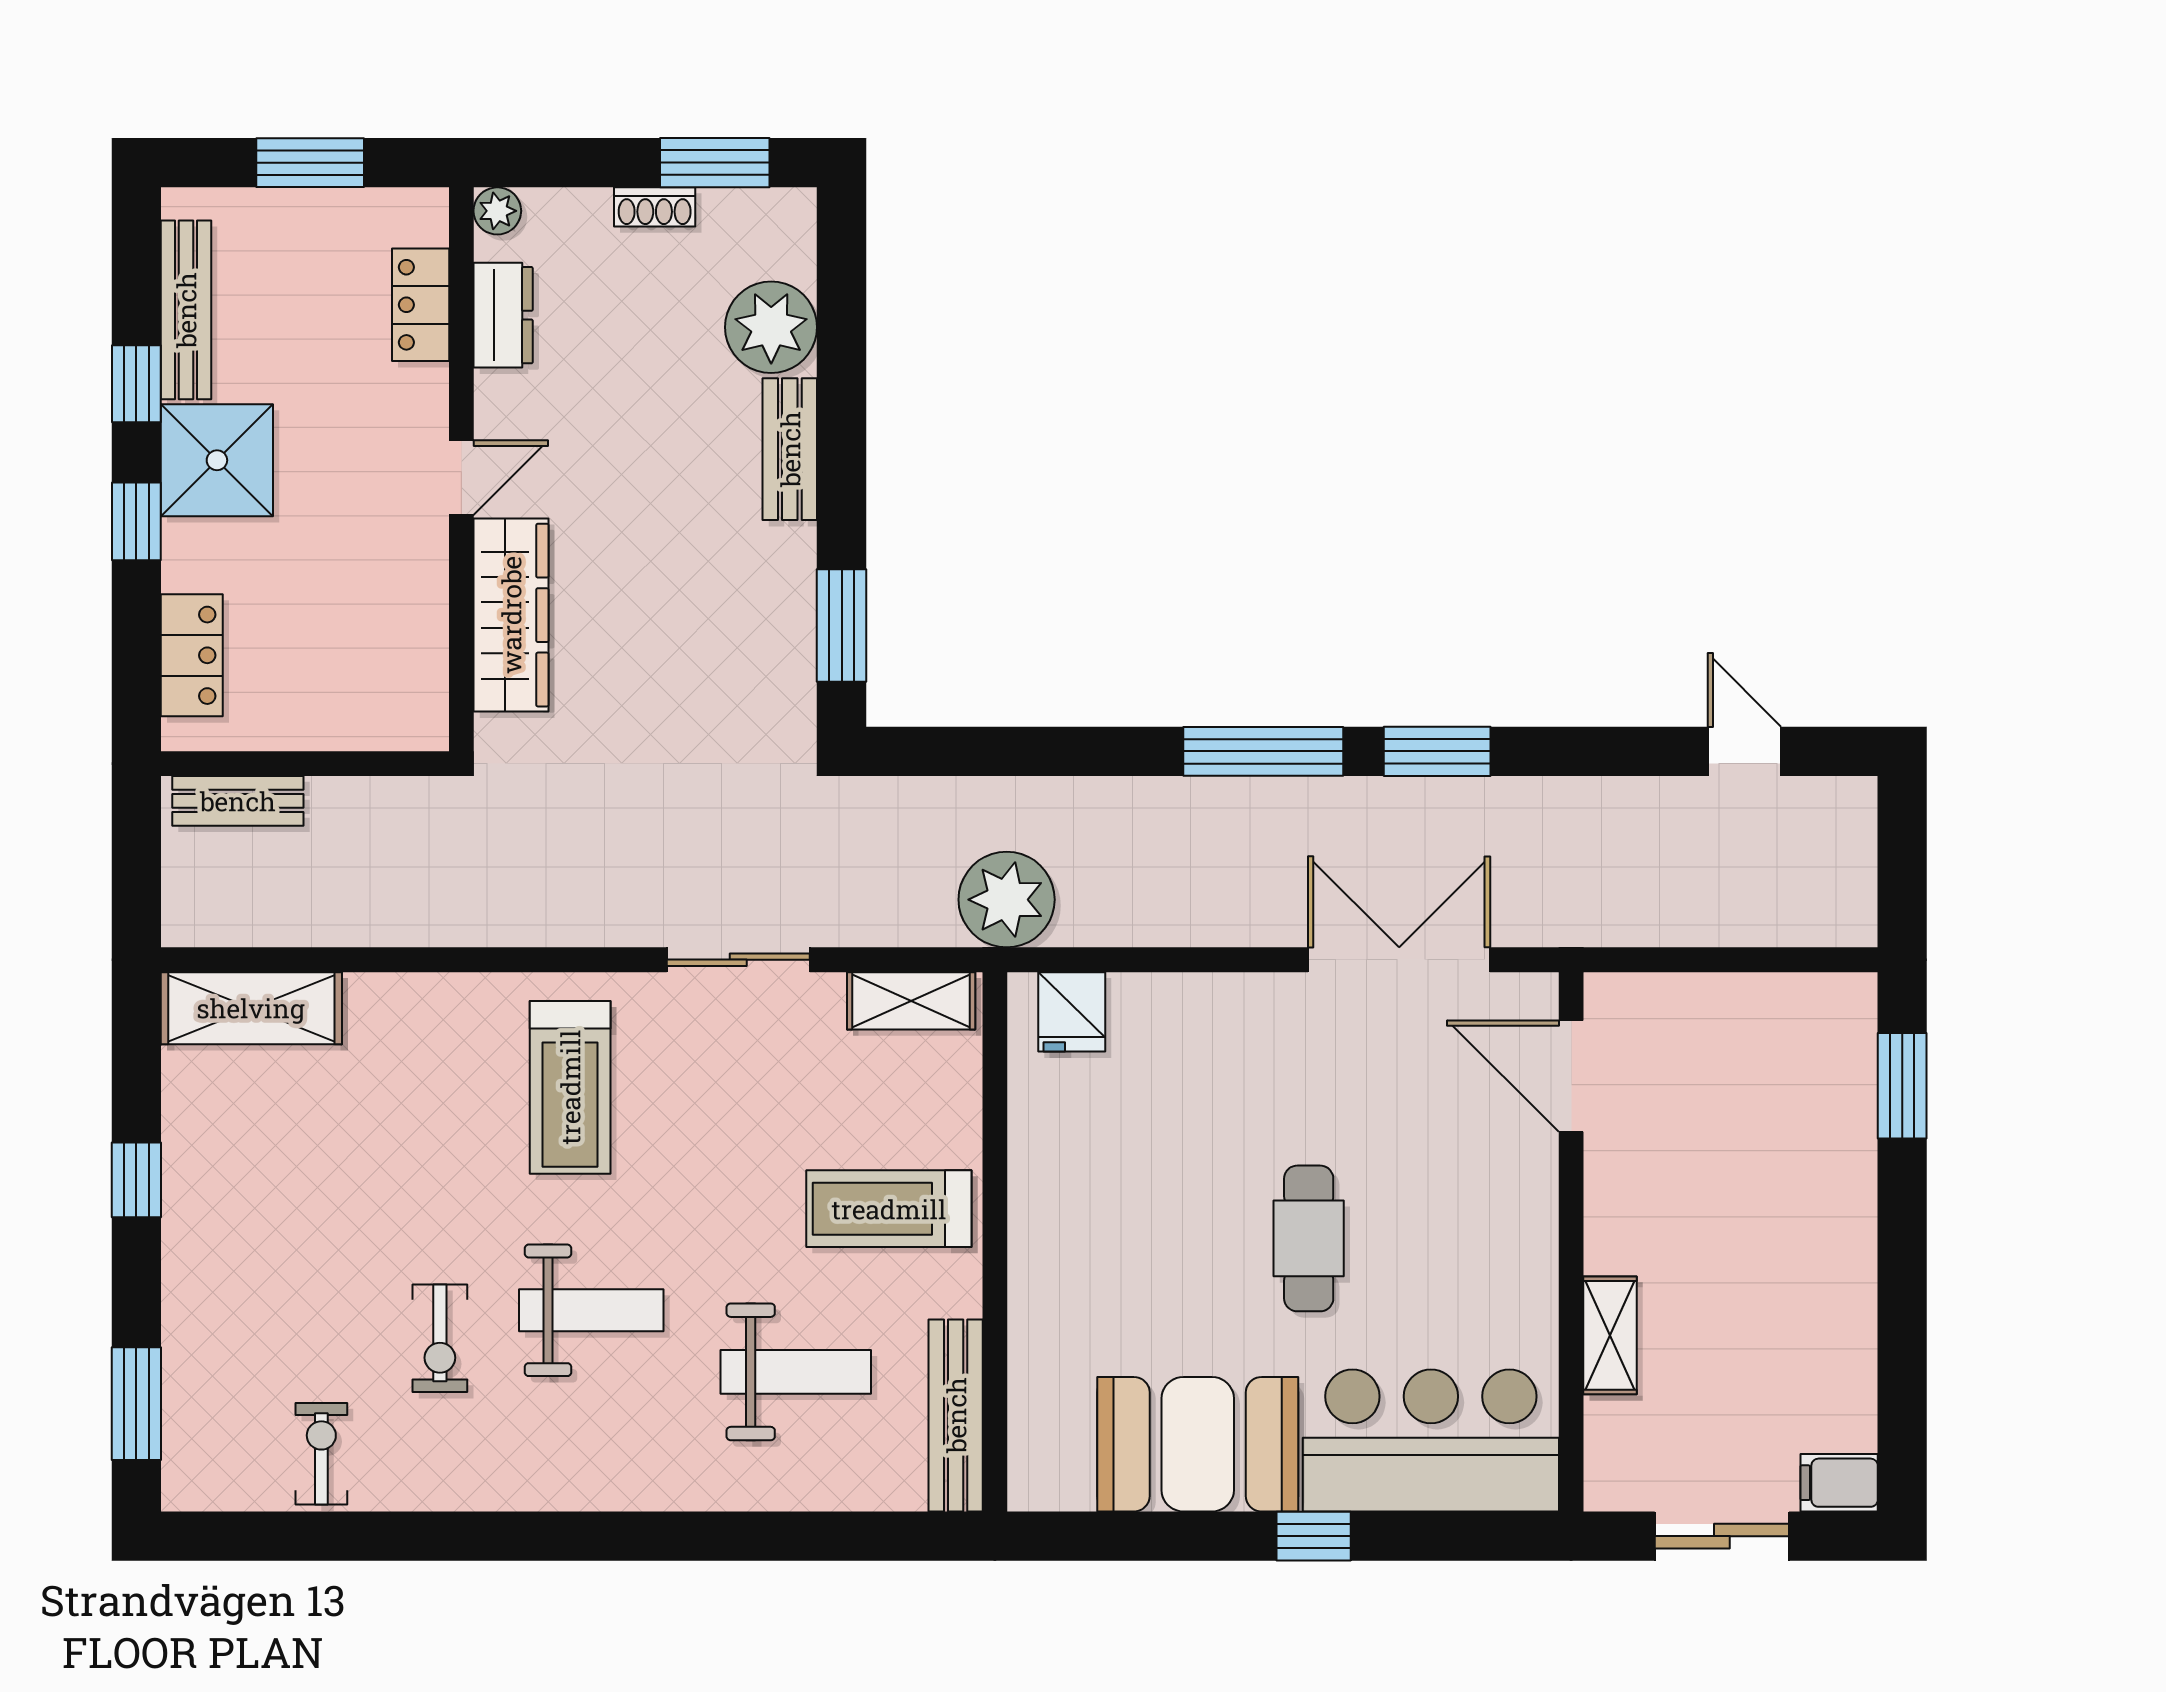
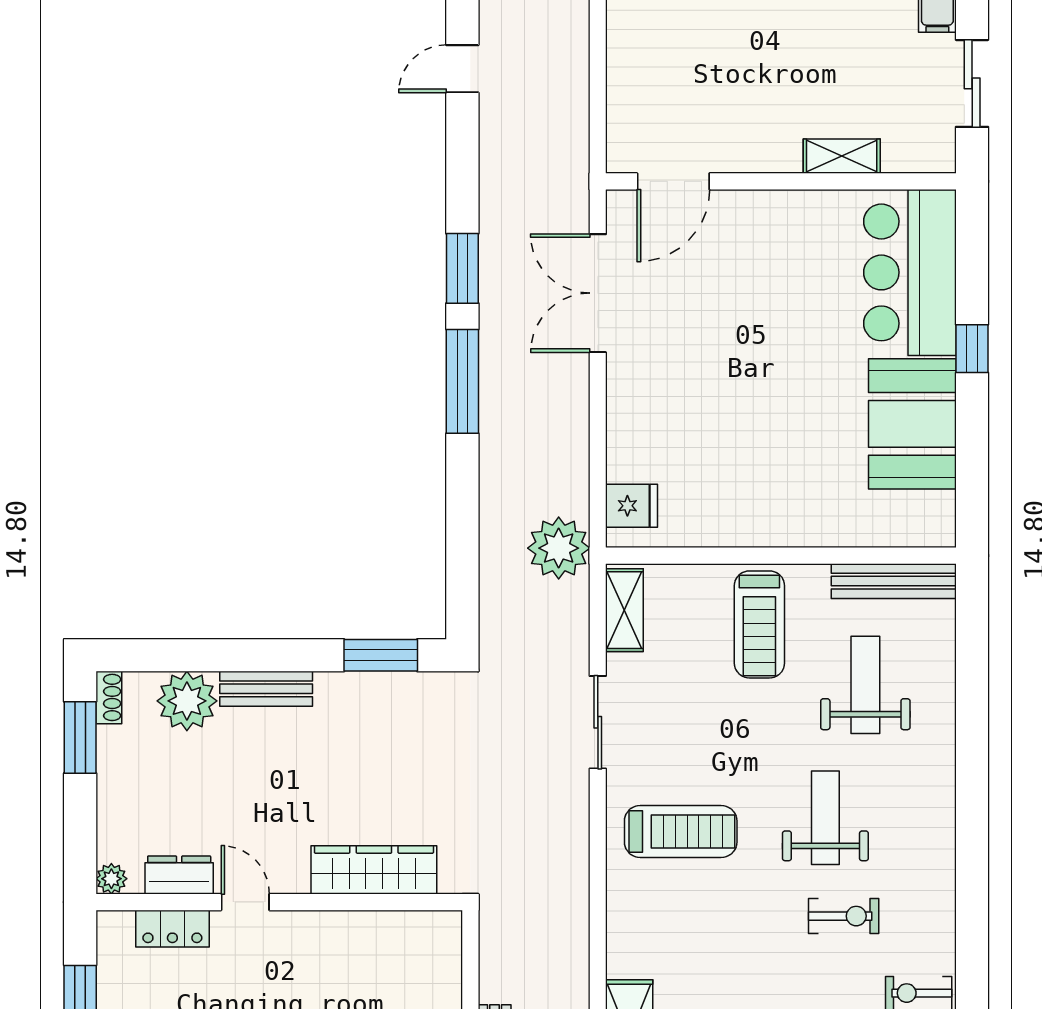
shoe rack: (655, 207) -> (109, 697), moved
door: (461, 478) -> (245, 902), moved
cafe table: (1309, 1238) -> (779, 352), removed

